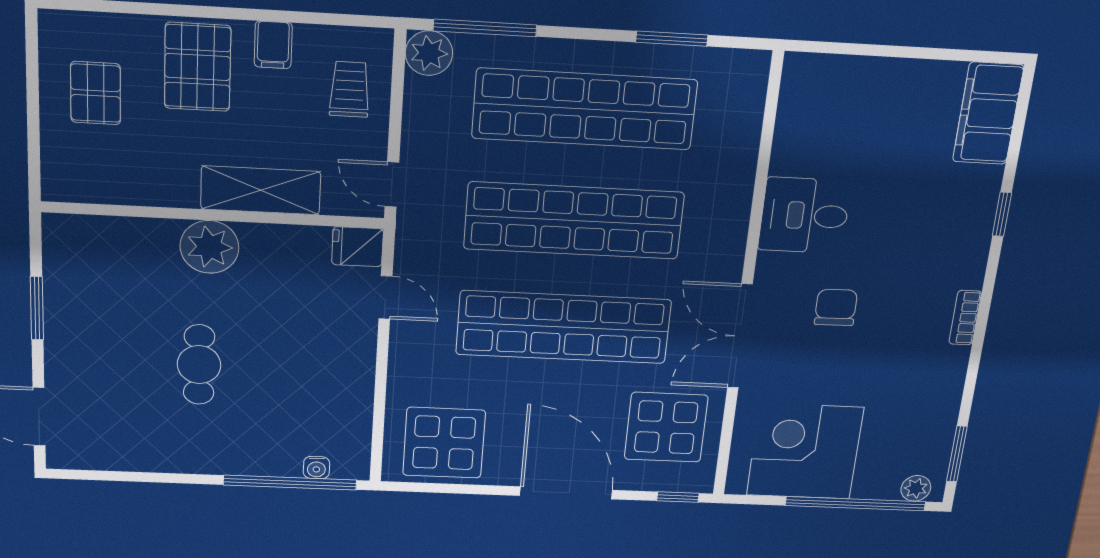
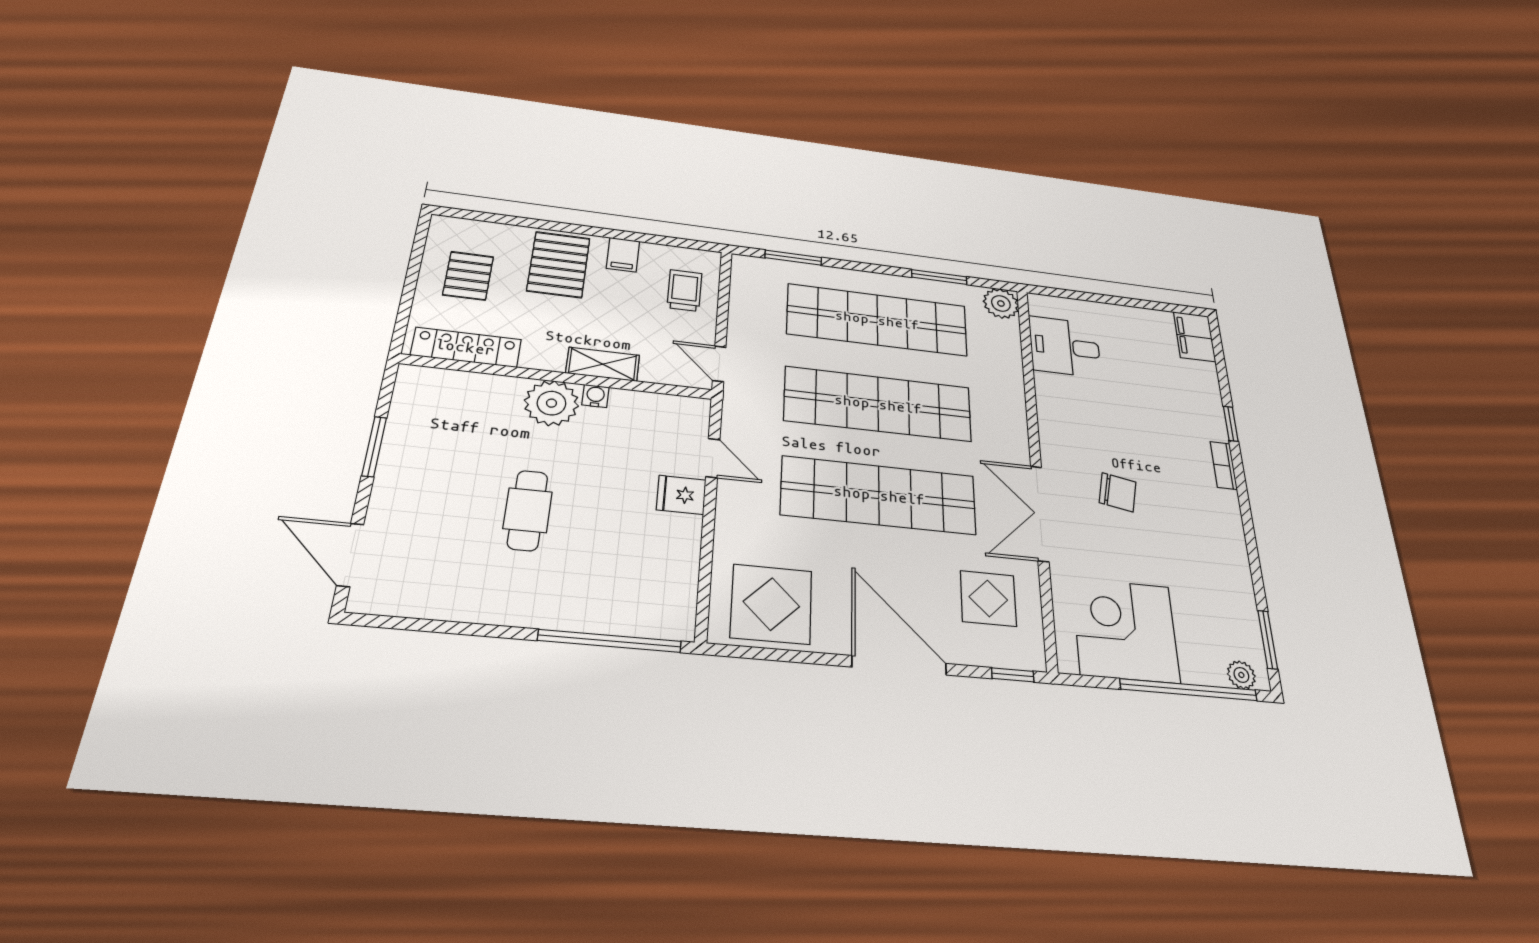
window: (485, 28) -> (793, 258), width x0.69
plant: (429, 53) -> (1001, 303), moved
filing cabinet: (988, 113) -> (1194, 337), width x0.67, depth x0.86
locker: (109, 187) -> (466, 347), added
shelving: (261, 190) -> (603, 364), width x0.67, depth x0.75
desk: (804, 215) -> (1065, 347), moved
fridge: (357, 247) -> (681, 495), moved
chair: (836, 307) -> (1118, 492), turned 102
bookcase: (965, 318) -> (1224, 465), moved
display table: (666, 427) -> (988, 598), width x0.73, depth x0.73
water cooler: (316, 468) -> (595, 396), moved, turned 180

